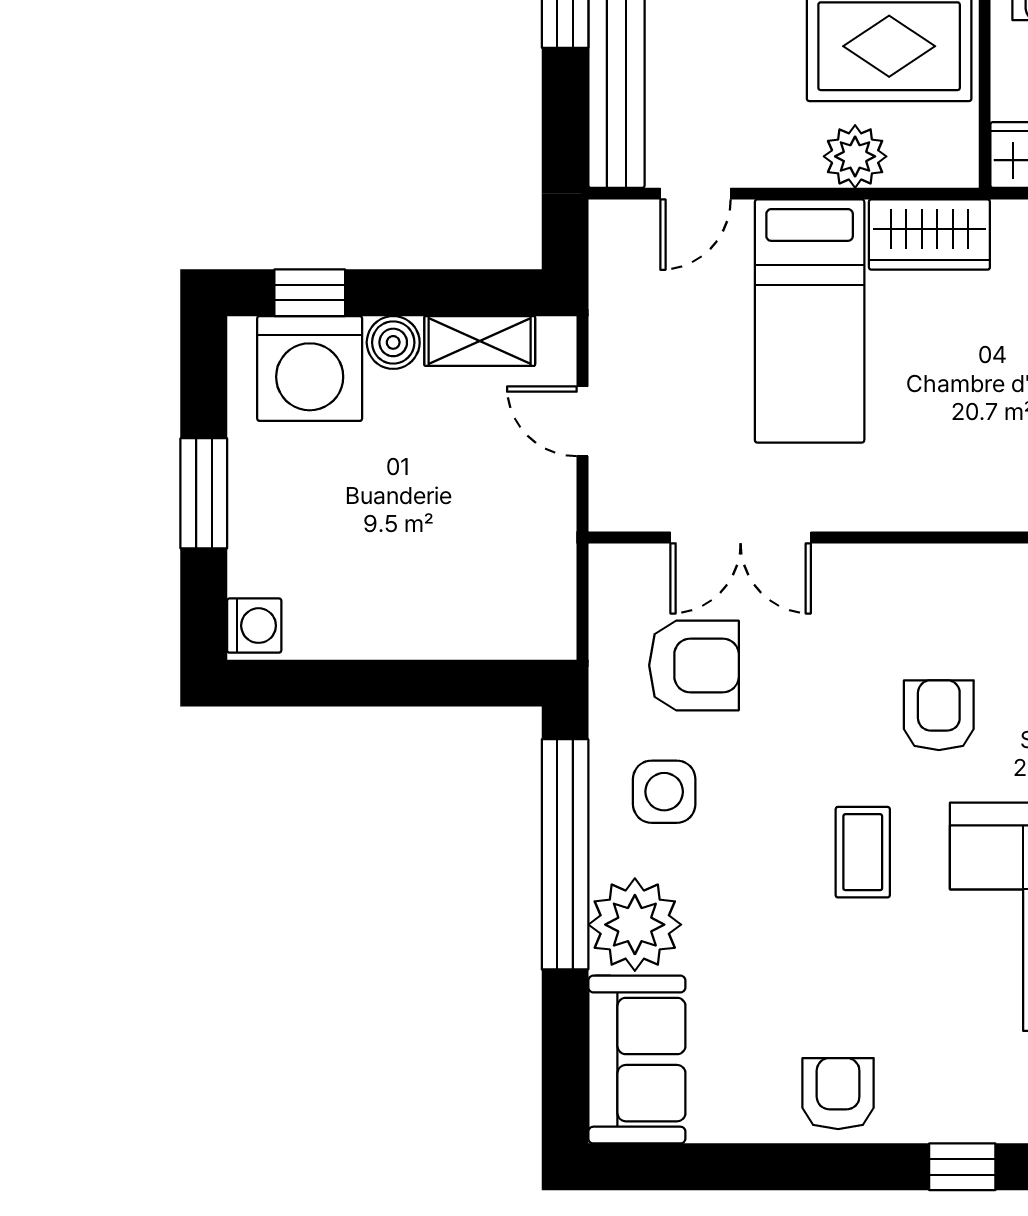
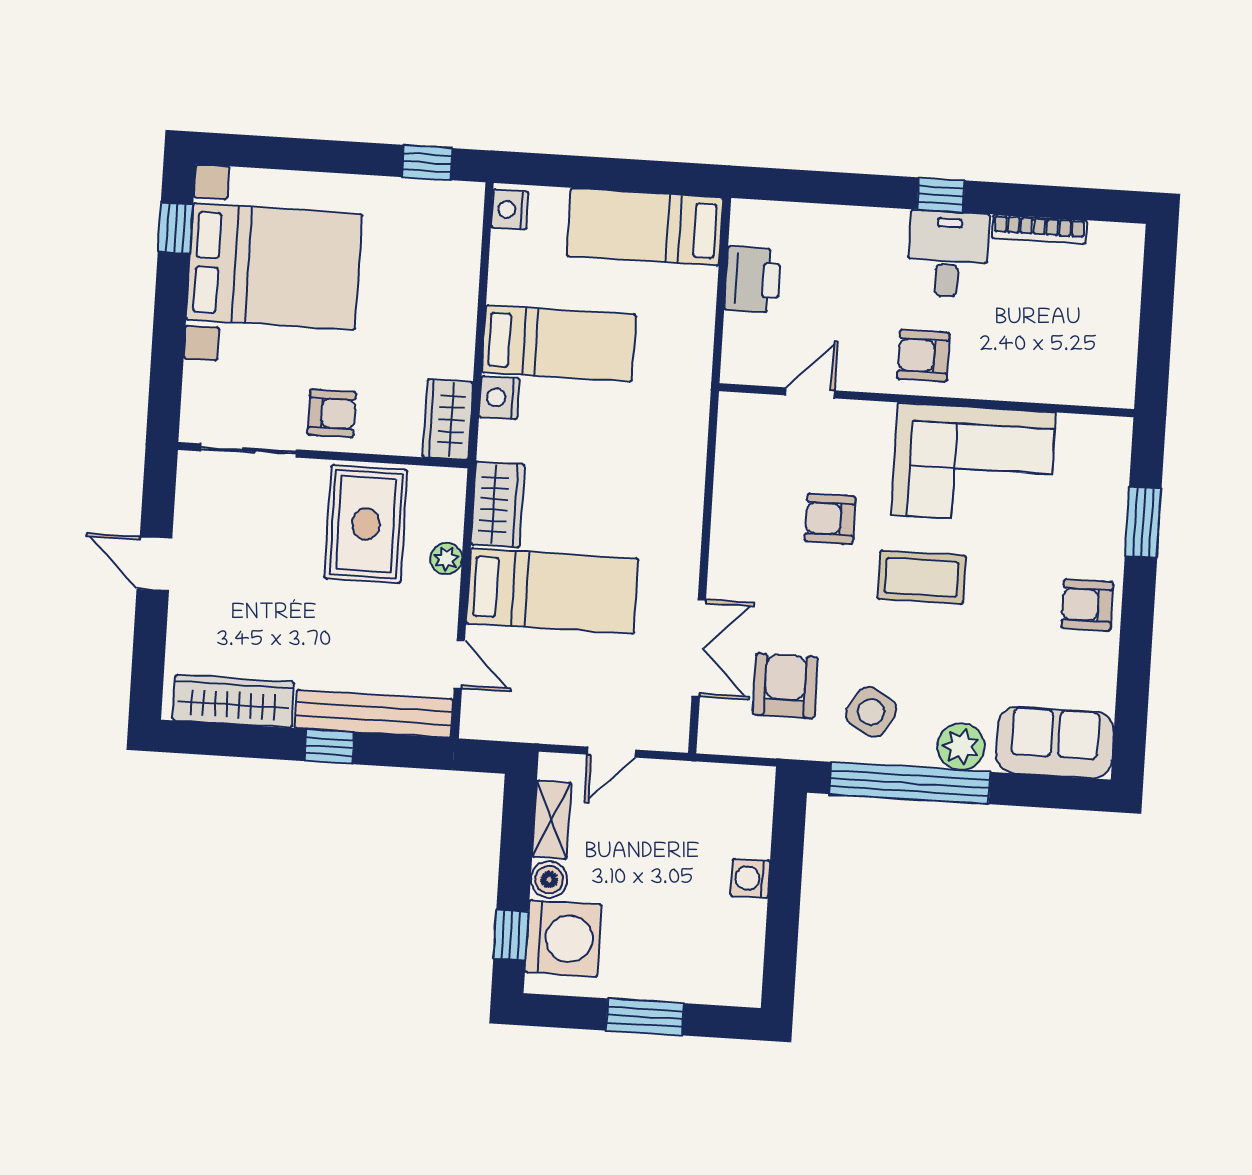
plant: (855, 156) -> (446, 559), width x0.73, depth x0.73
washing machine: (254, 626) -> (750, 878), moved, turned -90
side table: (664, 792) -> (871, 712), turned 30
coffee table: (863, 852) -> (922, 577), width x1.36, depth x1.30
plant: (635, 925) -> (961, 746), width x0.73, depth x0.73
window: (962, 1167) -> (1143, 522), width x1.50

